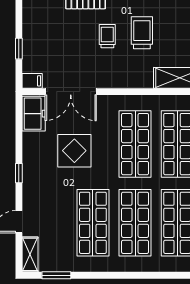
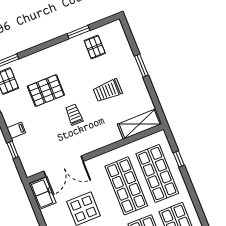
trolley: (142, 33) -> (108, 91), moved, turned -90
filing cabinet: (32, 81) -> (16, 130), moved

